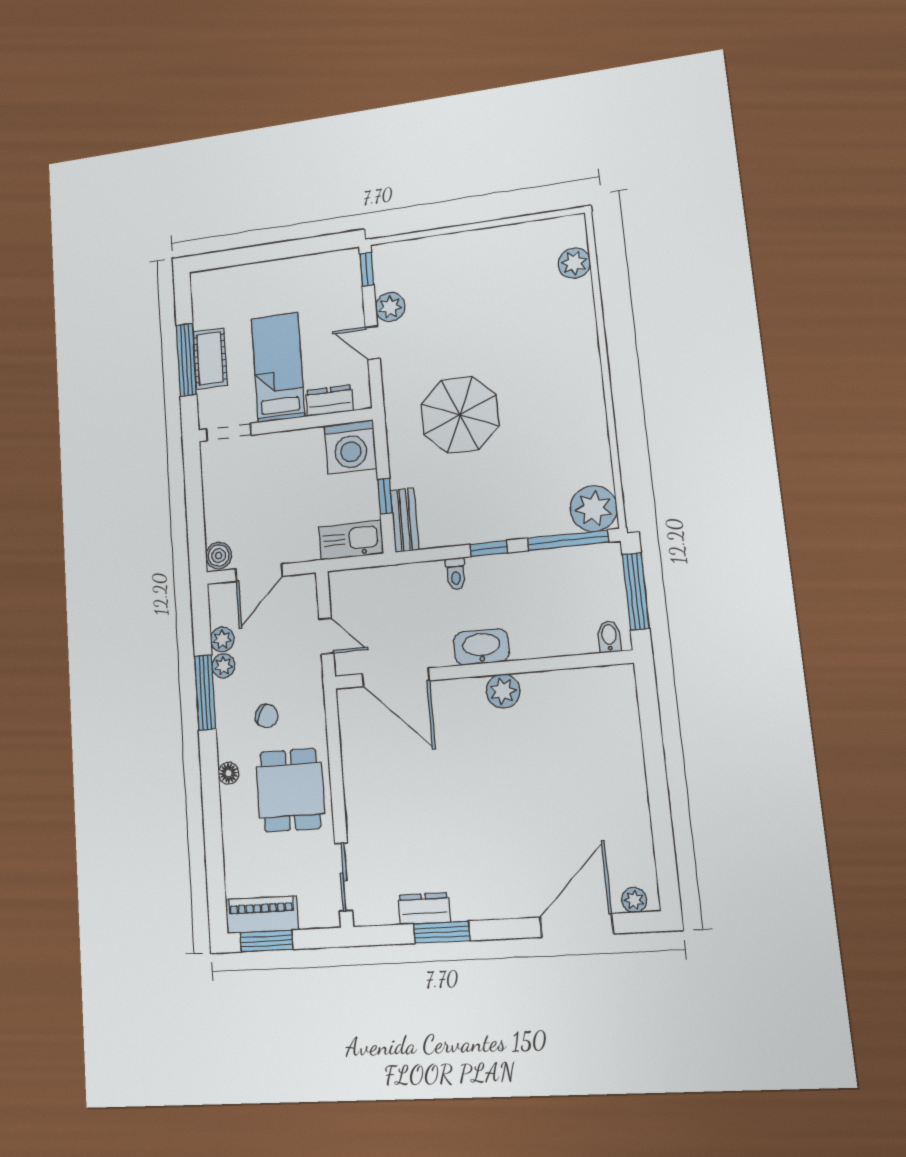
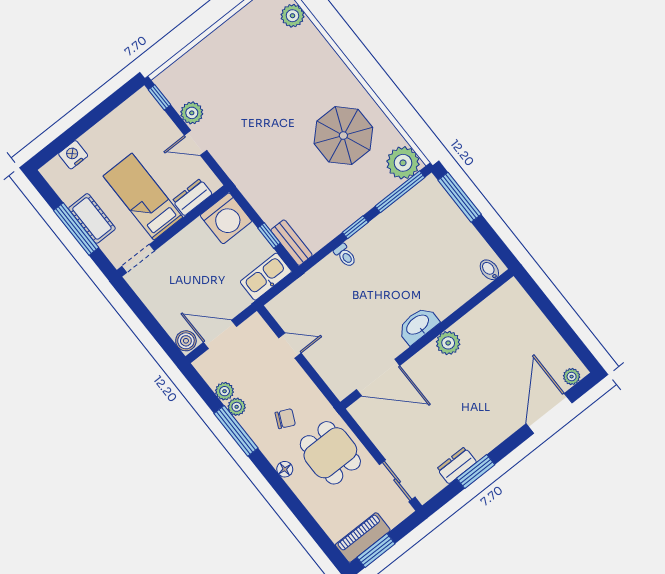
nightstand: (236, 278) -> (73, 155), added
parasol: (460, 415) -> (343, 136), moved
door: (259, 573) -> (220, 334), swing flipped
bidet: (609, 636) -> (489, 270), moved
washbasin: (481, 647) -> (418, 325), moved
wall: (481, 670) -> (427, 339), moved
door: (396, 677) -> (378, 378), moved
plant: (503, 691) -> (448, 343), moved

